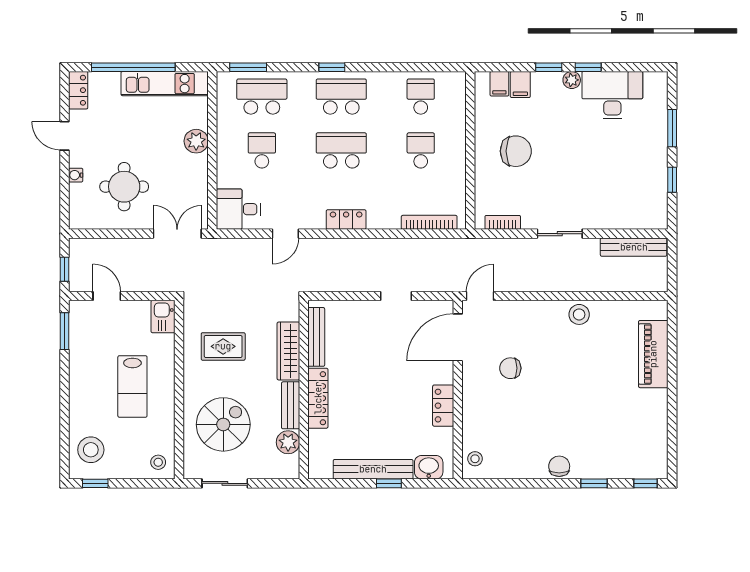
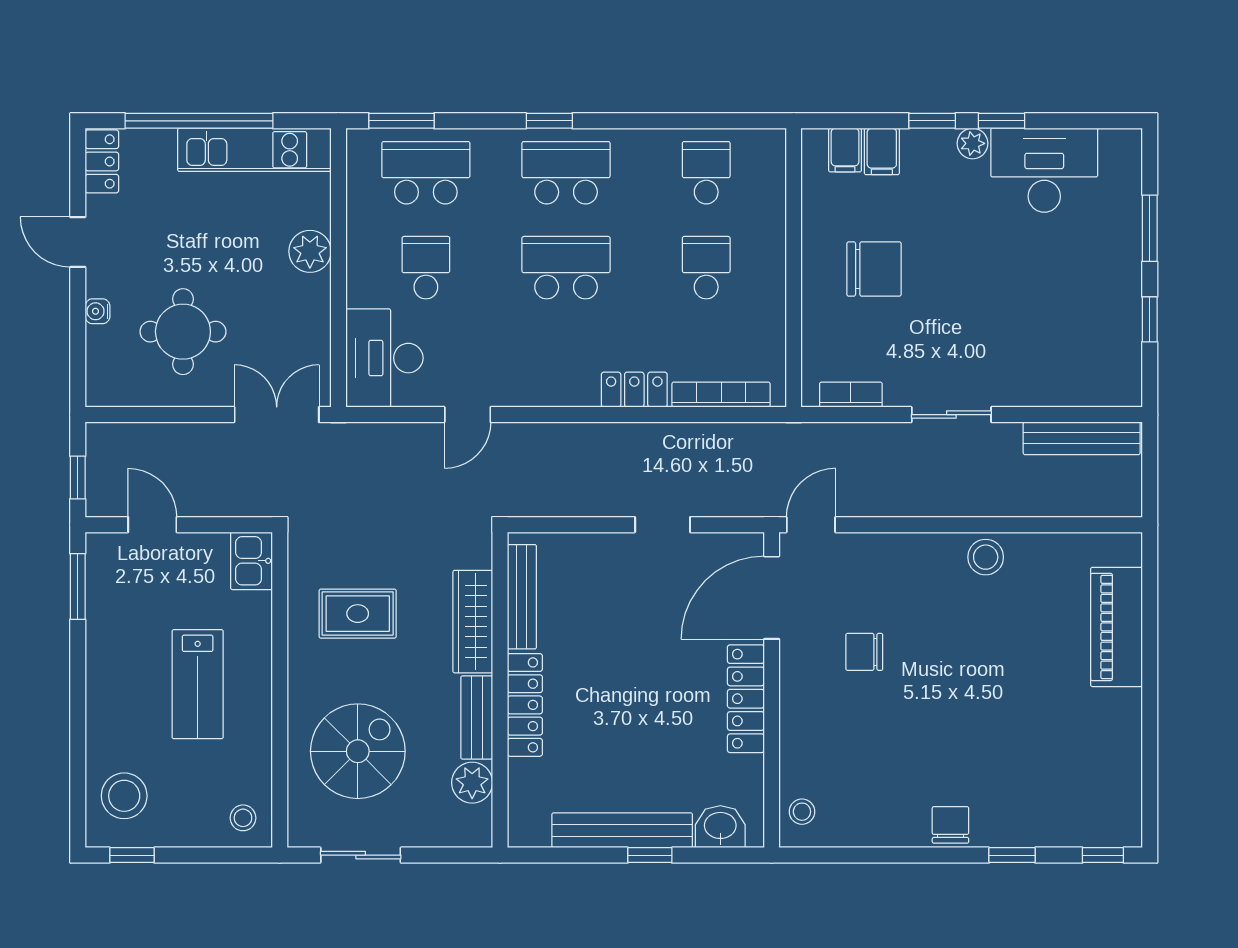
desk: (238, 209) -> (384, 358), width x1.37
locker: (346, 220) -> (634, 390), moved
locker: (443, 406) -> (746, 699), width x1.53

